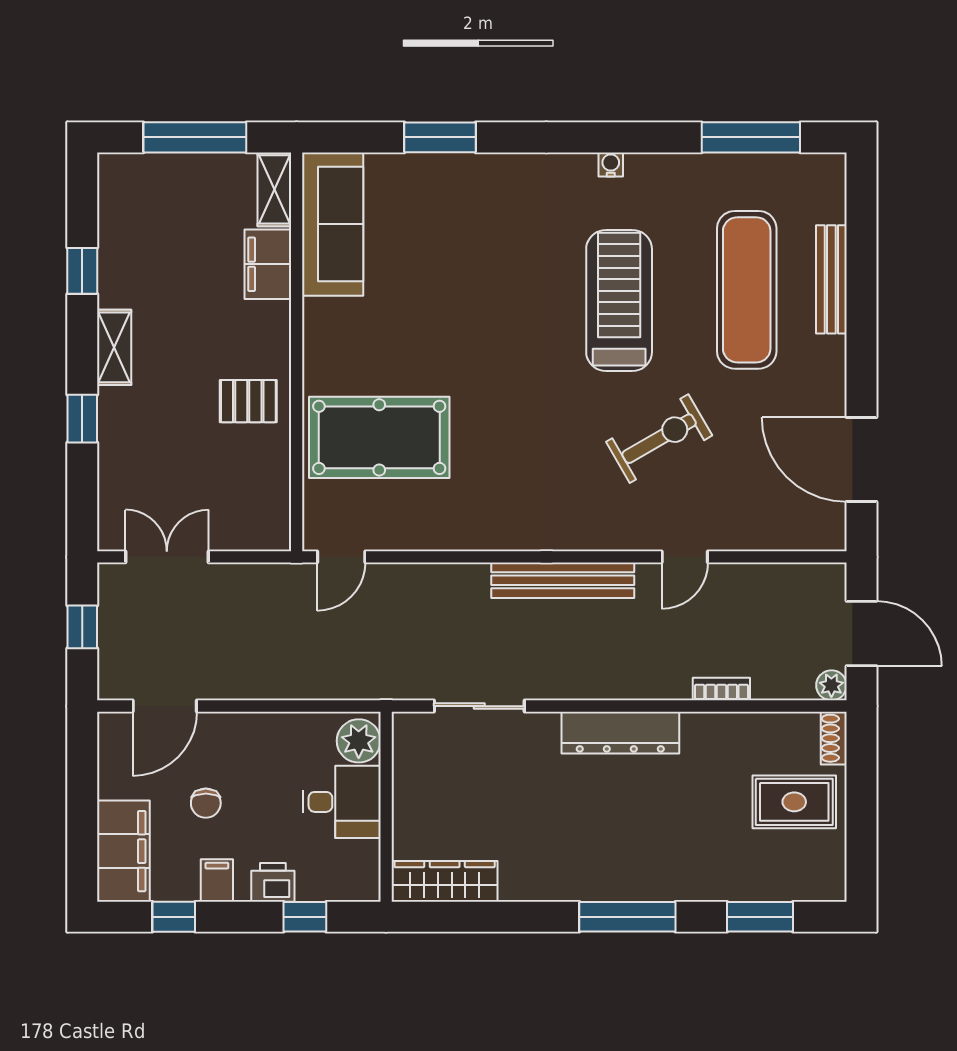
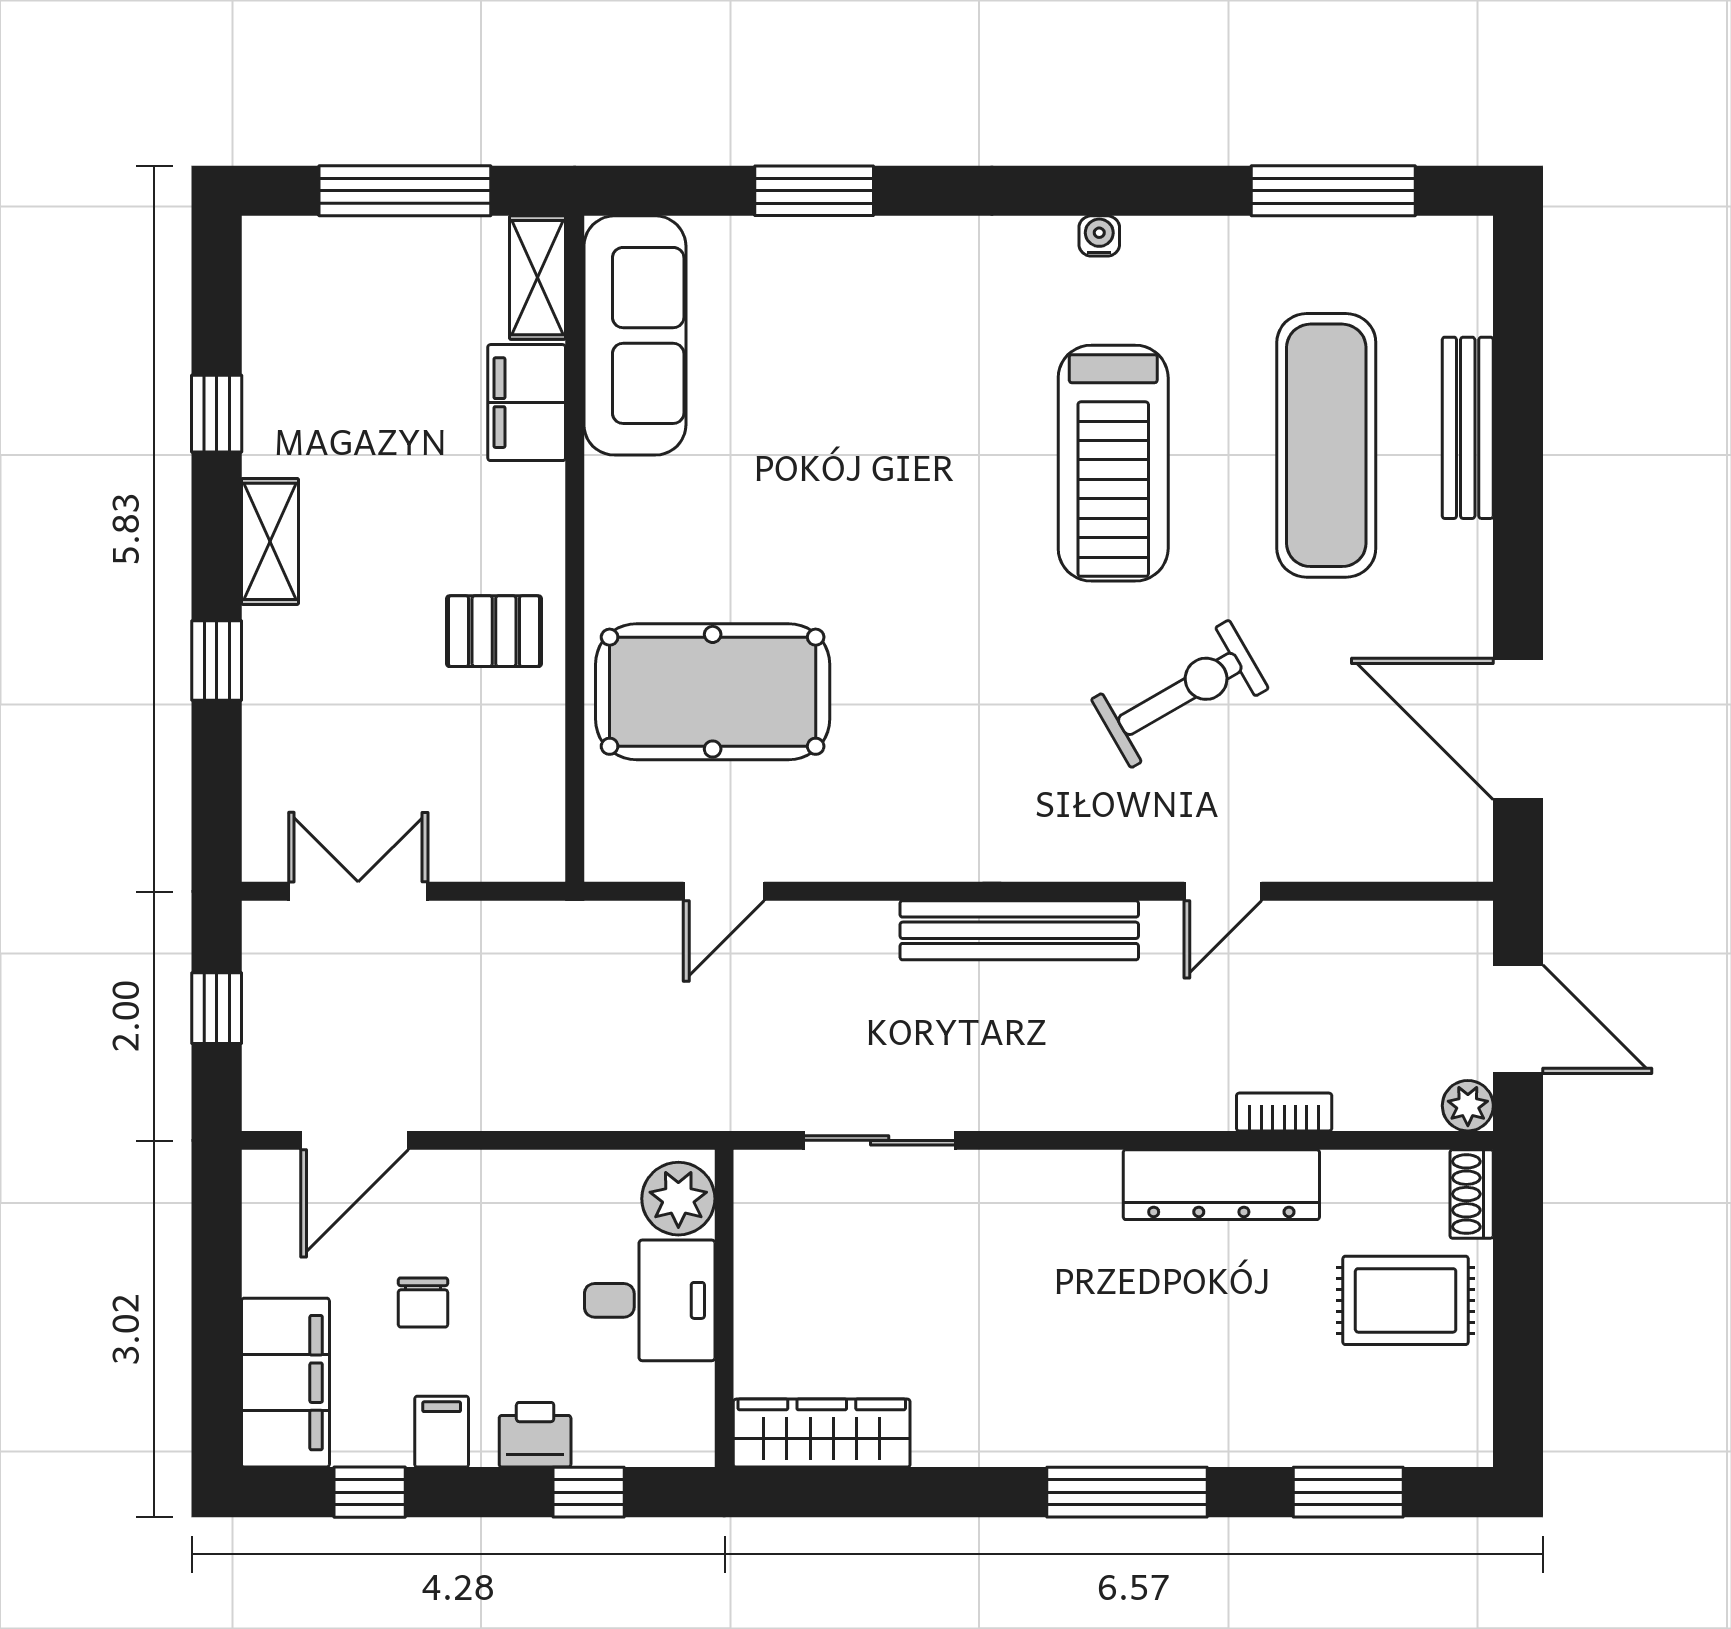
treadmill: (619, 300) -> (1113, 463), turned 180
door: (341, 557) -> (724, 891), moved
dresser: (620, 733) -> (1221, 1185), moved

